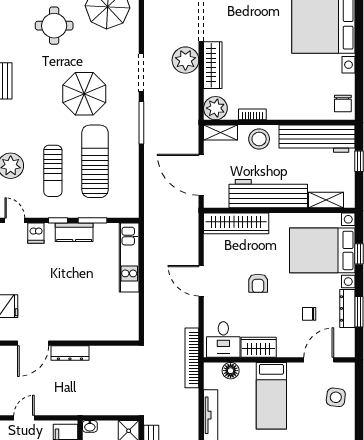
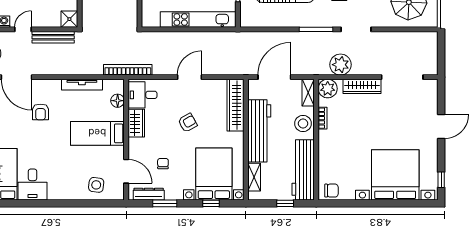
plant: (185, 60) -> (340, 65), moved
chair: (343, 103) -> (331, 191), turned 180
kitchen unit: (129, 257) -> (198, 20), width x1.36
armchair: (258, 283) -> (188, 123), turned 151
dresser: (347, 308) -> (149, 194), moved

